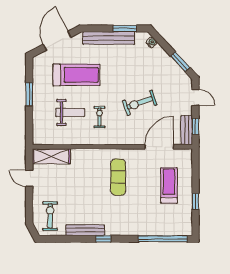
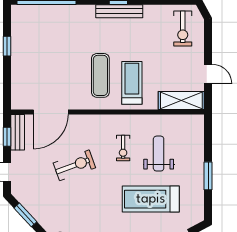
weight bench: (70, 112) -> (159, 154), turned 90
treadmill: (169, 185) -> (132, 83), moved, turned 180
bench: (85, 230) -> (119, 11), moved

